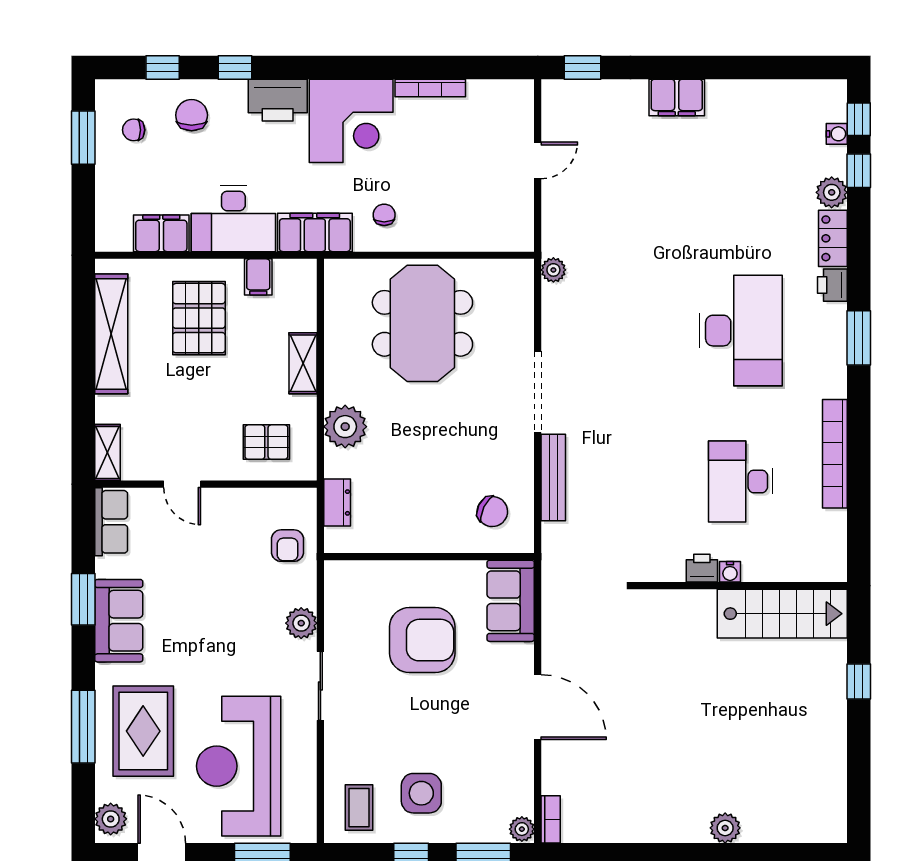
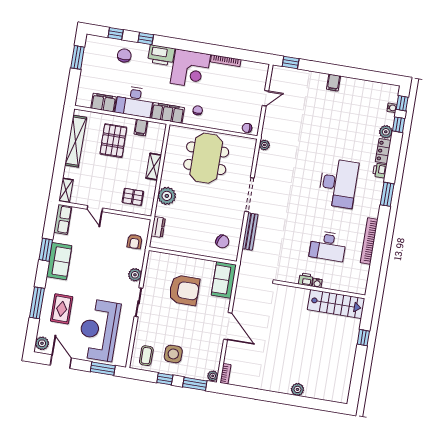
filing cabinet: (677, 97) -> (334, 83), width x0.50
chair: (134, 130) -> (247, 128), moved
desk: (741, 481) -> (328, 246), turned -90
rug: (143, 731) -> (62, 309), width x0.73, depth x0.70

